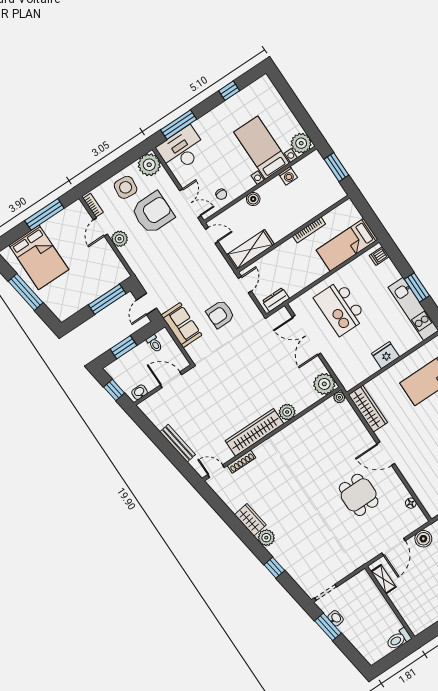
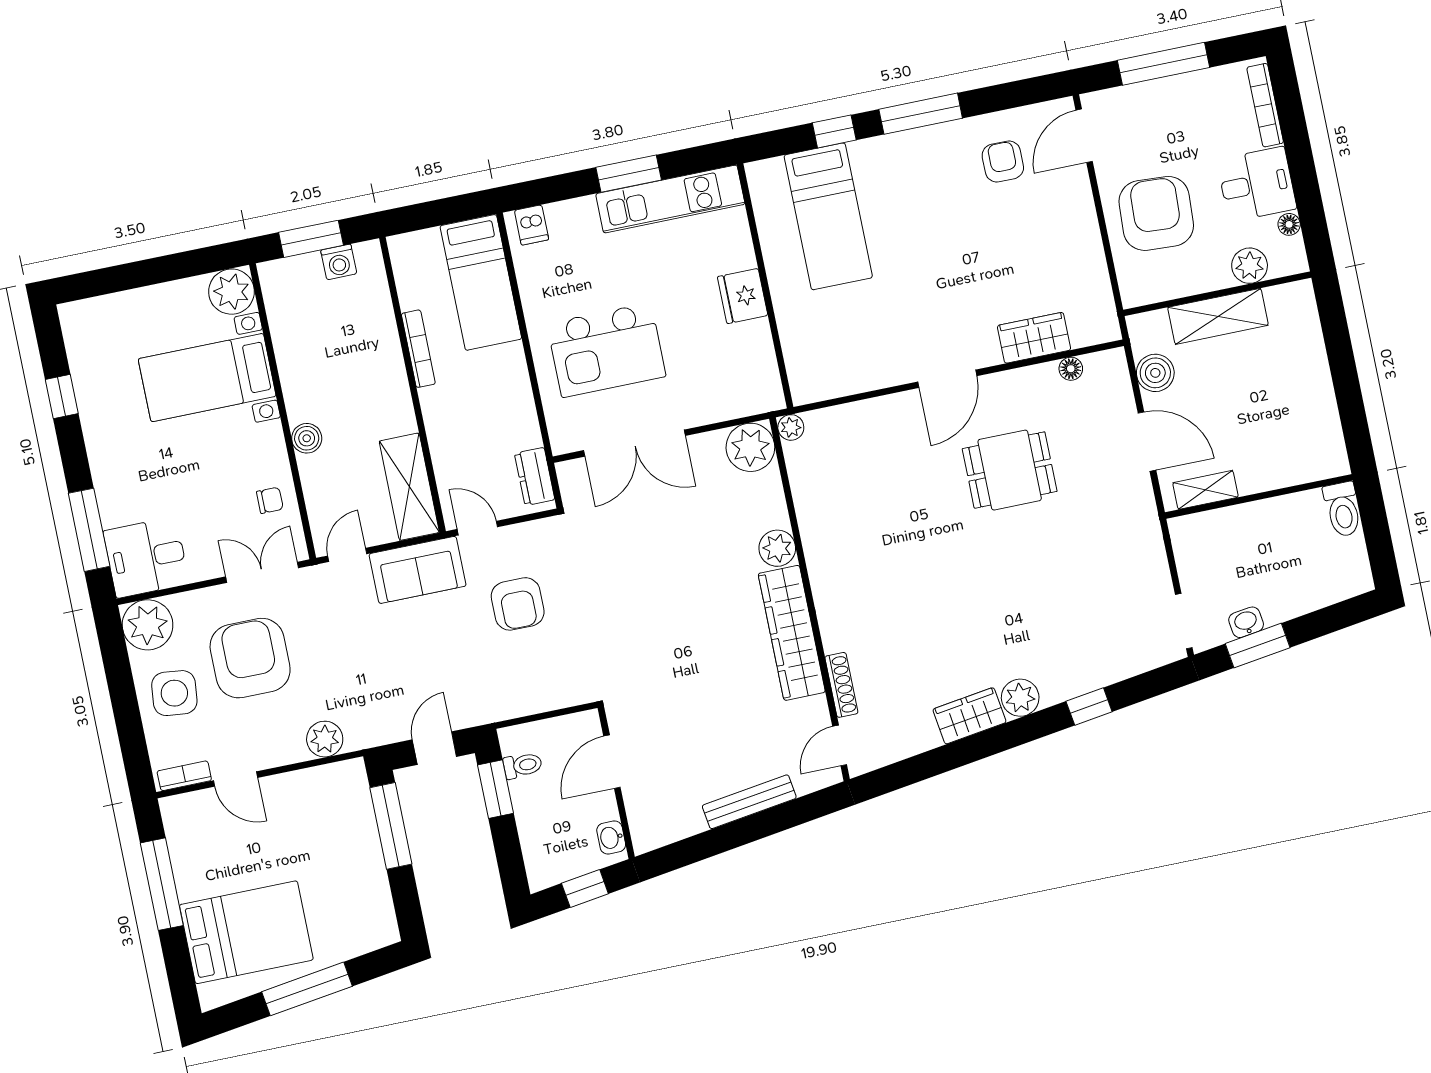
desk: (182, 150) -> (146, 557), width x0.73
washing machine: (288, 176) -> (339, 262), moved, turned 90
plant: (120, 239) -> (325, 739), moved
door: (147, 304) -> (434, 748), swing flipped
sofa: (181, 325) -> (418, 570), moved, turned 180
window: (124, 347) -> (495, 789), moved
wardrobe: (368, 409) -> (1034, 338), moved, width x0.67

